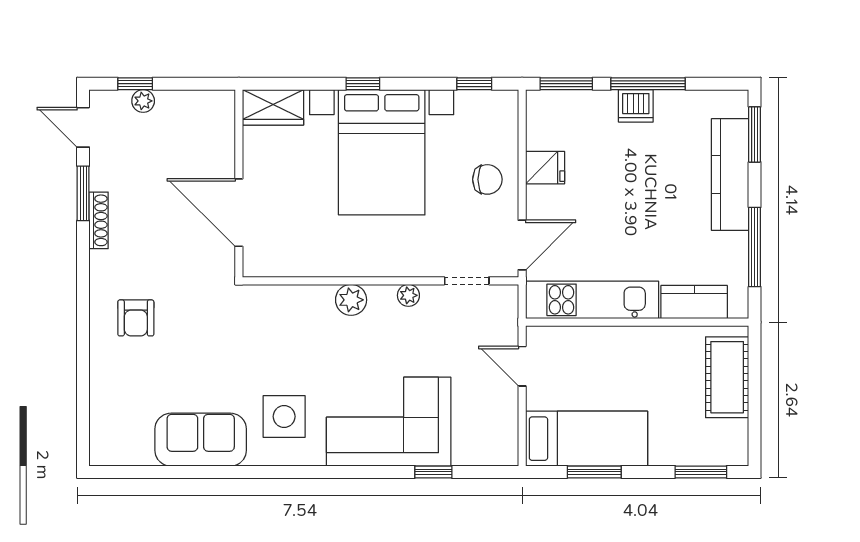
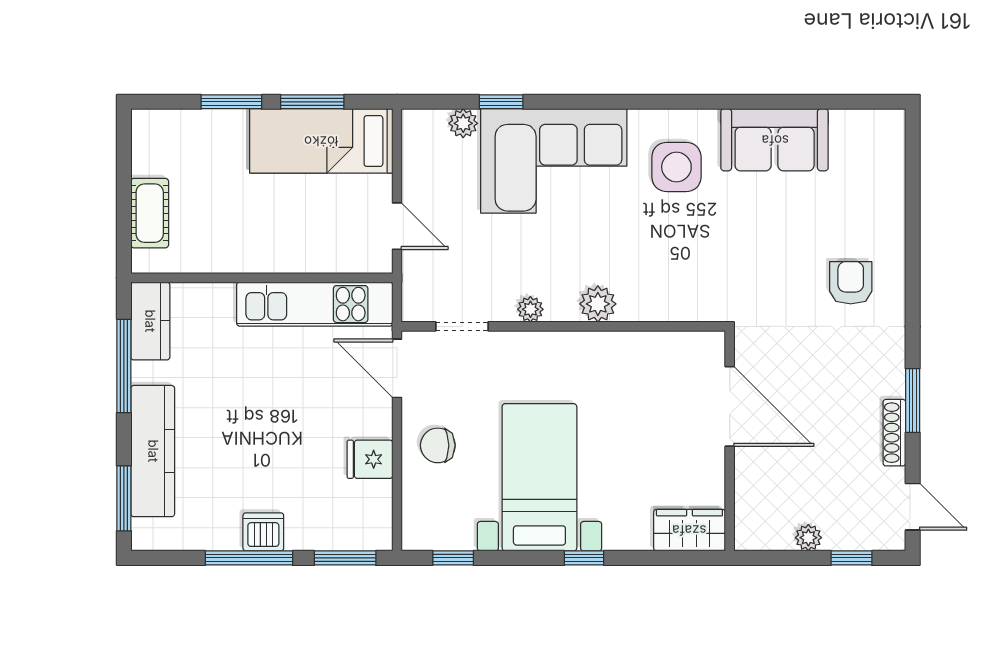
plant: (143, 101) -> (808, 538), moved
bed with nightstands: (382, 152) -> (539, 477), width x0.73
window: (83, 193) -> (913, 401), moved
shoe rack: (99, 220) -> (894, 433), moved
door: (522, 245) -> (397, 368), hinge flipped
kitchen counter: (694, 302) -> (150, 321), moved, turned -90
cot: (727, 377) -> (150, 213), width x0.73, depth x0.75
plant: (466, 454) -> (463, 123), added
window: (701, 472) -> (231, 102), moved

